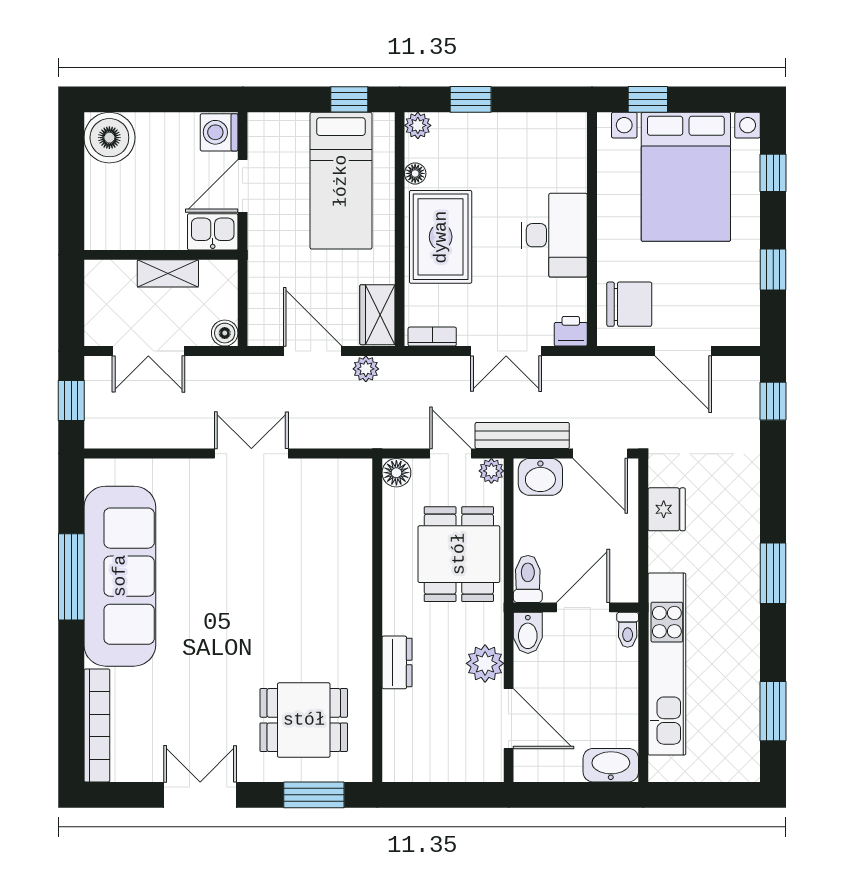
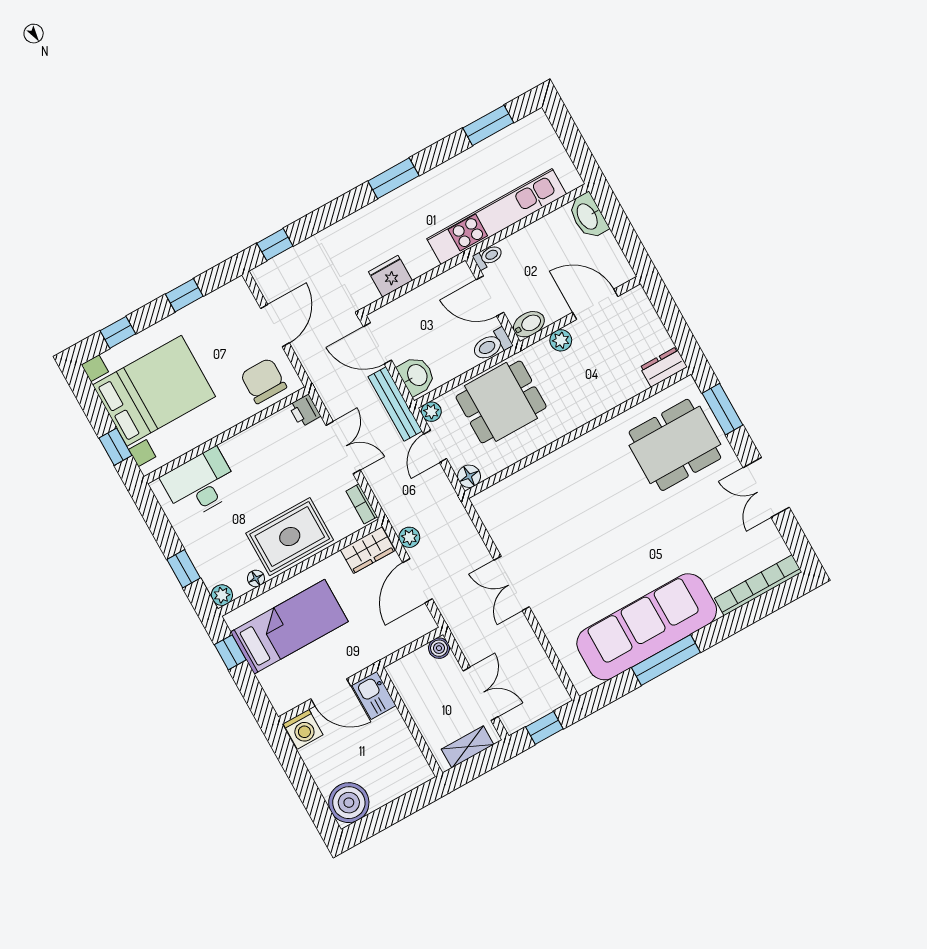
desk: (554, 235) -> (200, 484), moved
shelving: (168, 273) -> (468, 747), moved, turned 90
door: (600, 454) -> (377, 343), swing flipped
dresser: (397, 662) -> (664, 367), moved
plant: (485, 663) -> (561, 340), width x0.73, depth x0.73
door: (509, 719) -> (595, 304), hinge flipped
dining table: (304, 720) -> (675, 445), width x1.37

